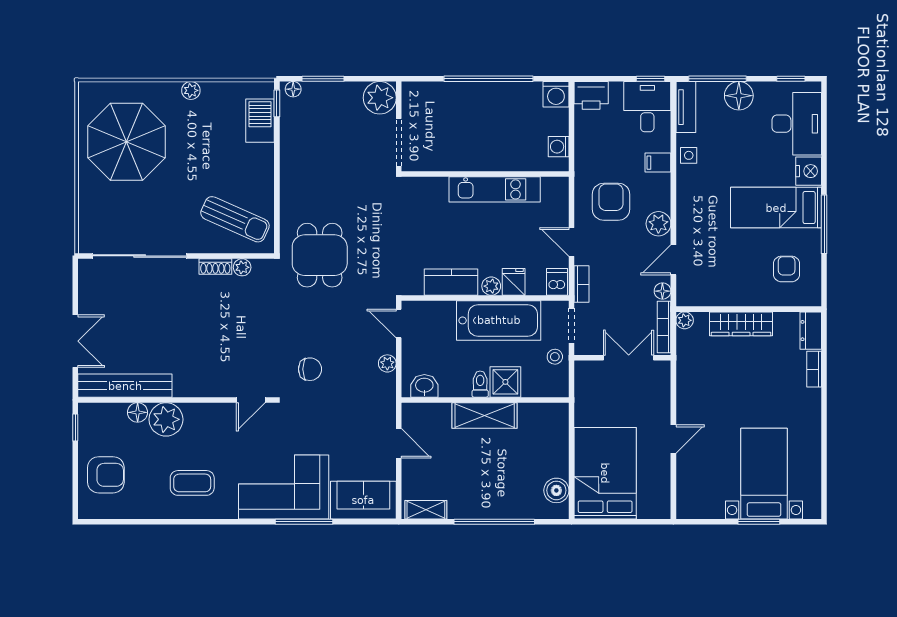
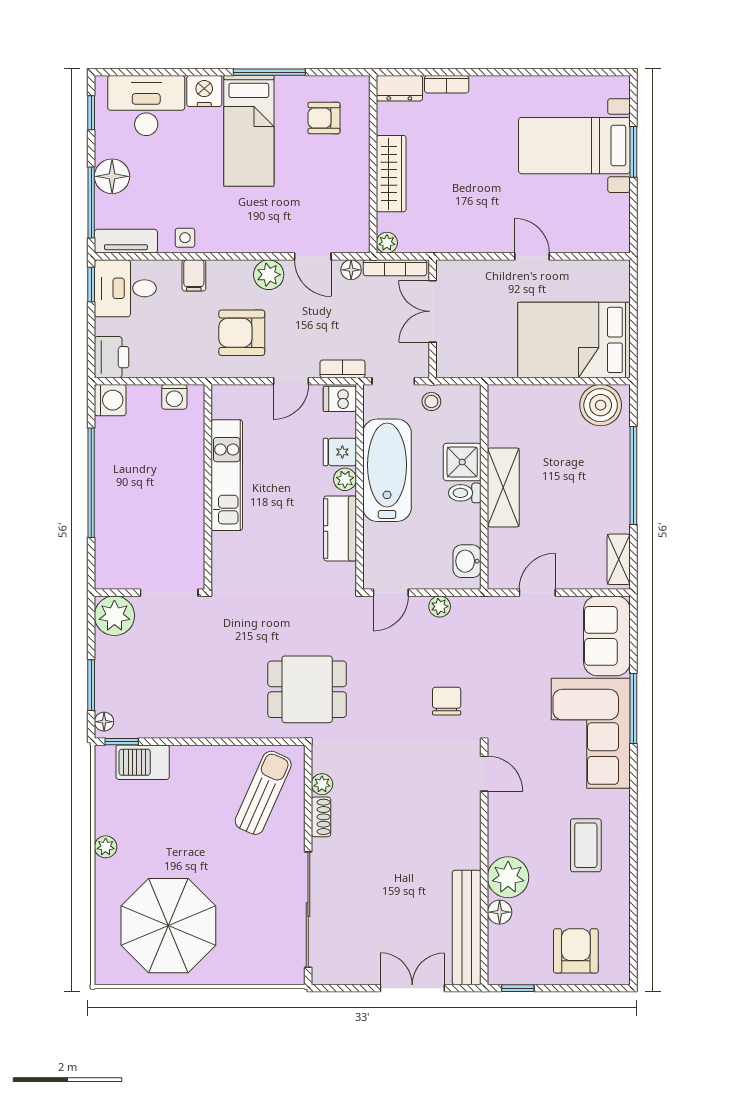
boiler: (556, 490) -> (601, 405), width x1.37, depth x1.37

